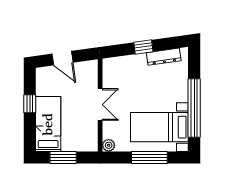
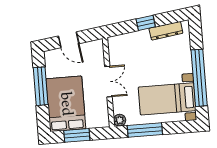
window: (30, 104) -> (41, 86), width x2.17
bed: (48, 124) -> (66, 104), width x1.50
window: (149, 157) -> (145, 130), moved

